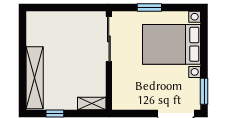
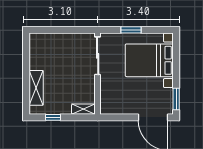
shelving: (35, 78) -> (36, 88), width x0.68

